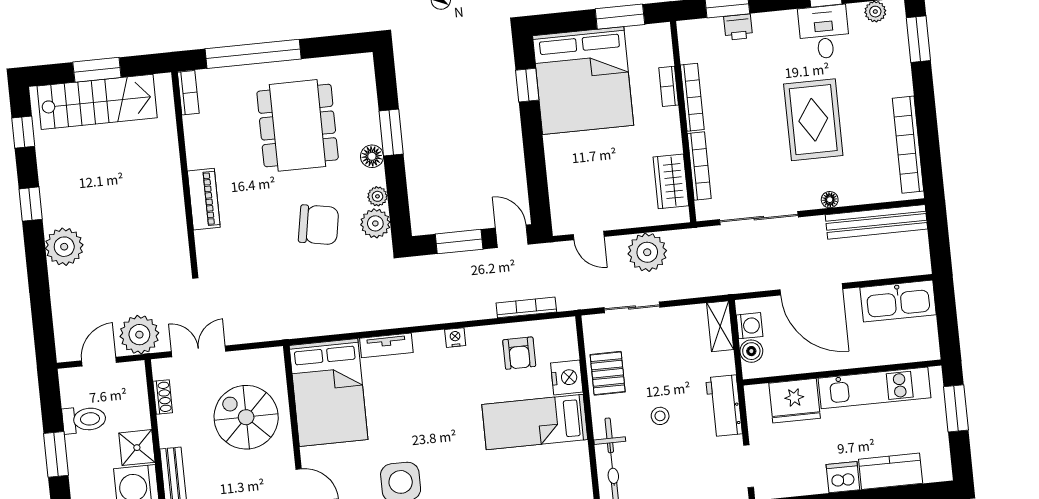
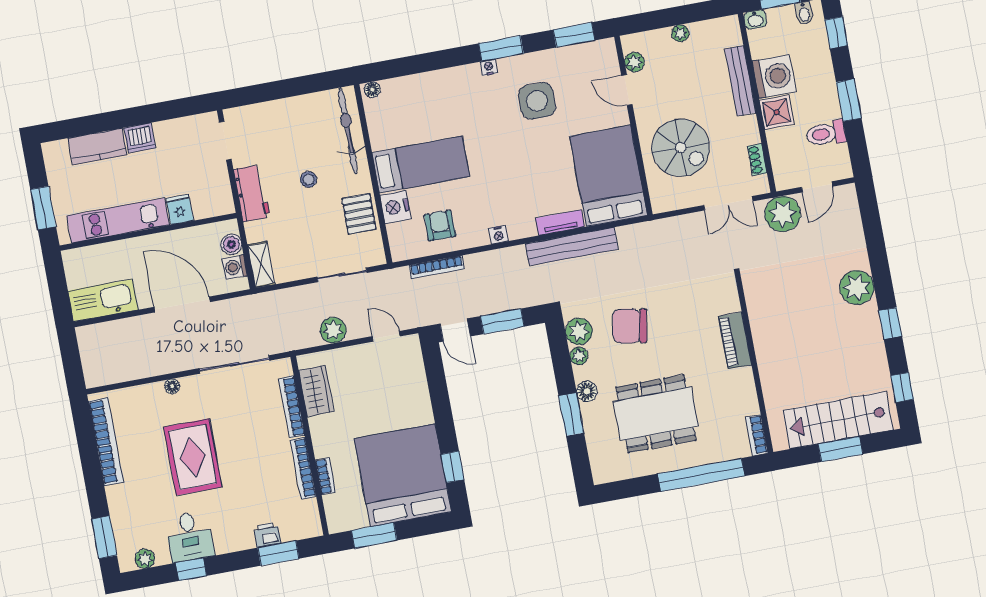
dining table: (298, 125) -> (656, 414), turned 90
bench: (876, 222) -> (572, 246), moved
plant: (647, 252) -> (333, 330), width x0.73, depth x0.73
fridge: (795, 401) -> (180, 209), width x0.53, depth x0.75

